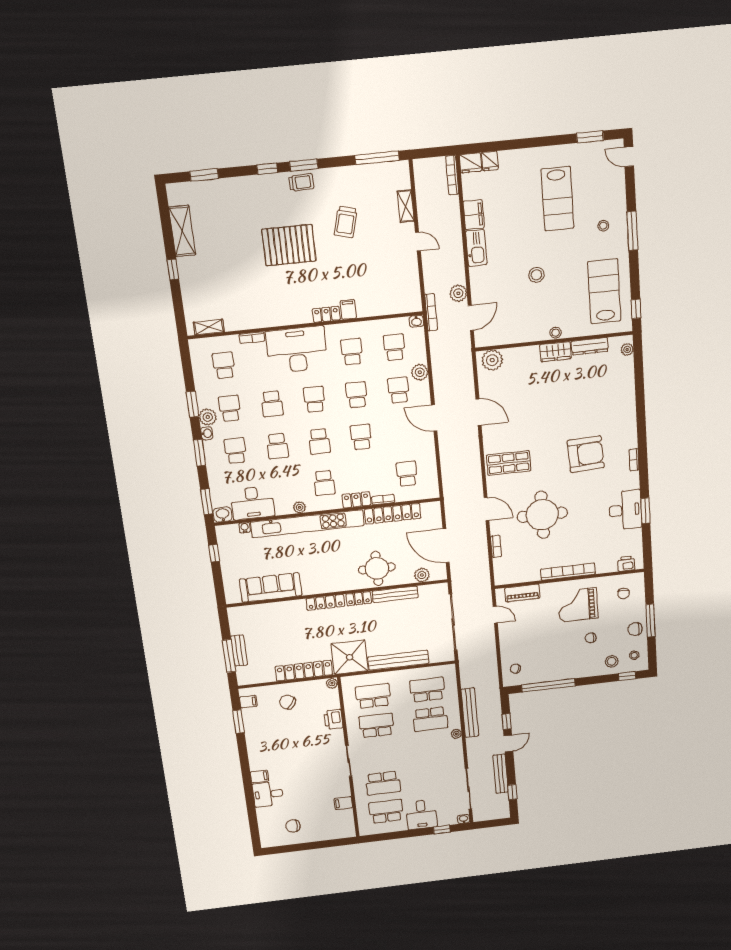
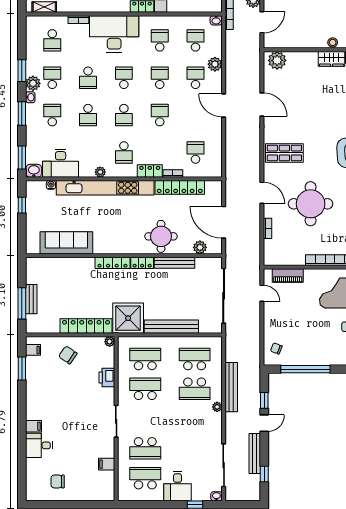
school desk: (224, 365) -> (52, 40), turned 180

